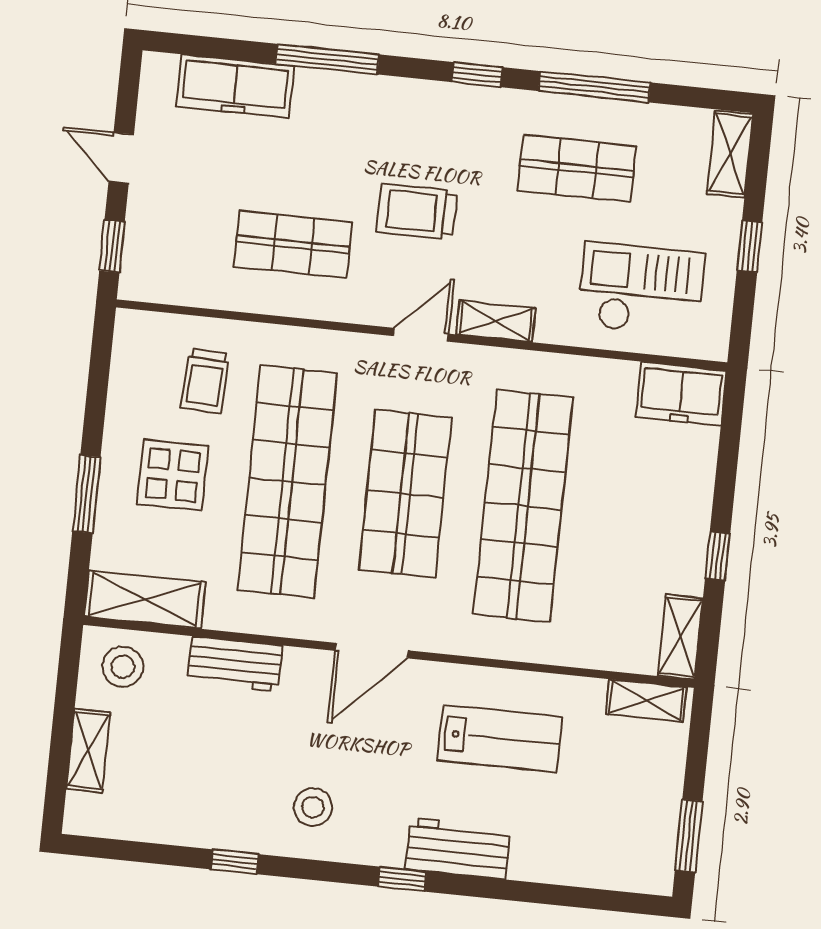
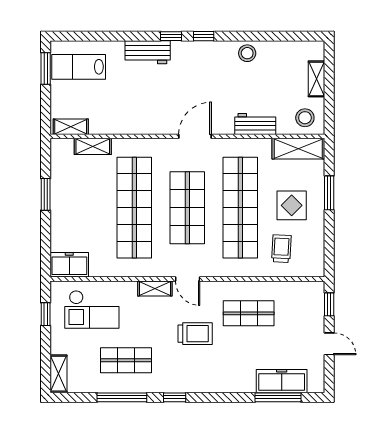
window: (327, 59) -> (278, 397), moved
window: (750, 246) -> (46, 314), moved
door: (421, 335) -> (188, 279), hinge flipped
window: (718, 556) -> (46, 194), width x1.50
shelving: (680, 637) -> (93, 146), moved, turned 90
lab bench: (500, 739) -> (79, 67), moved
stool: (313, 807) -> (247, 53), moved
window: (235, 862) -> (204, 36), moved

